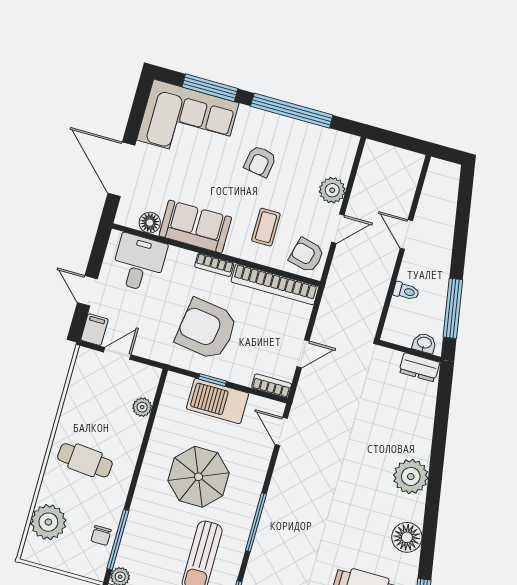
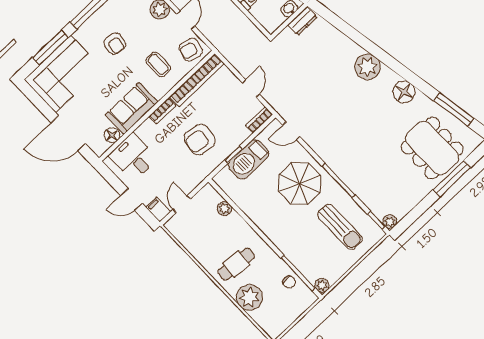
armchair: (206, 329) -> (200, 140), width x0.73, depth x0.73
parasol: (198, 477) -> (299, 184), moved
plant: (48, 522) -> (249, 297), moved

